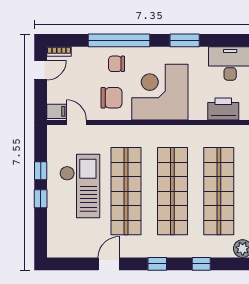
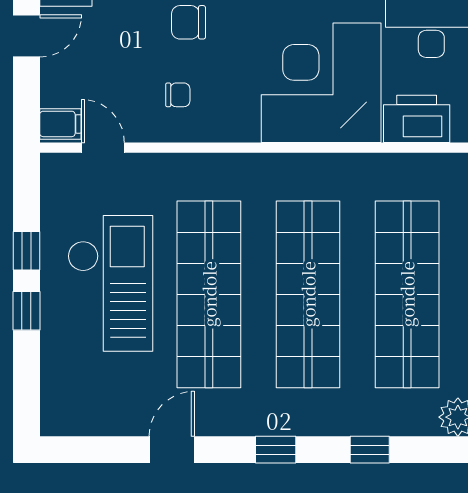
corner desk: (160, 92) -> (321, 83), moved
chair: (111, 98) -> (178, 95), width x0.54, depth x0.54

